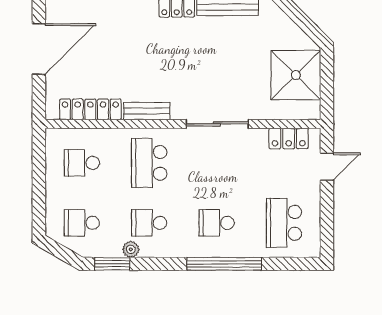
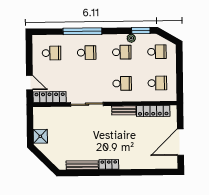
shower: (296, 75) -> (40, 136), width x0.54, depth x0.54
locker: (289, 138) -> (50, 97), width x1.53
school desk: (149, 163) -> (122, 83), width x0.54
door: (327, 167) -> (29, 83), swing flipped
school desk: (284, 223) -> (51, 53), width x0.54

